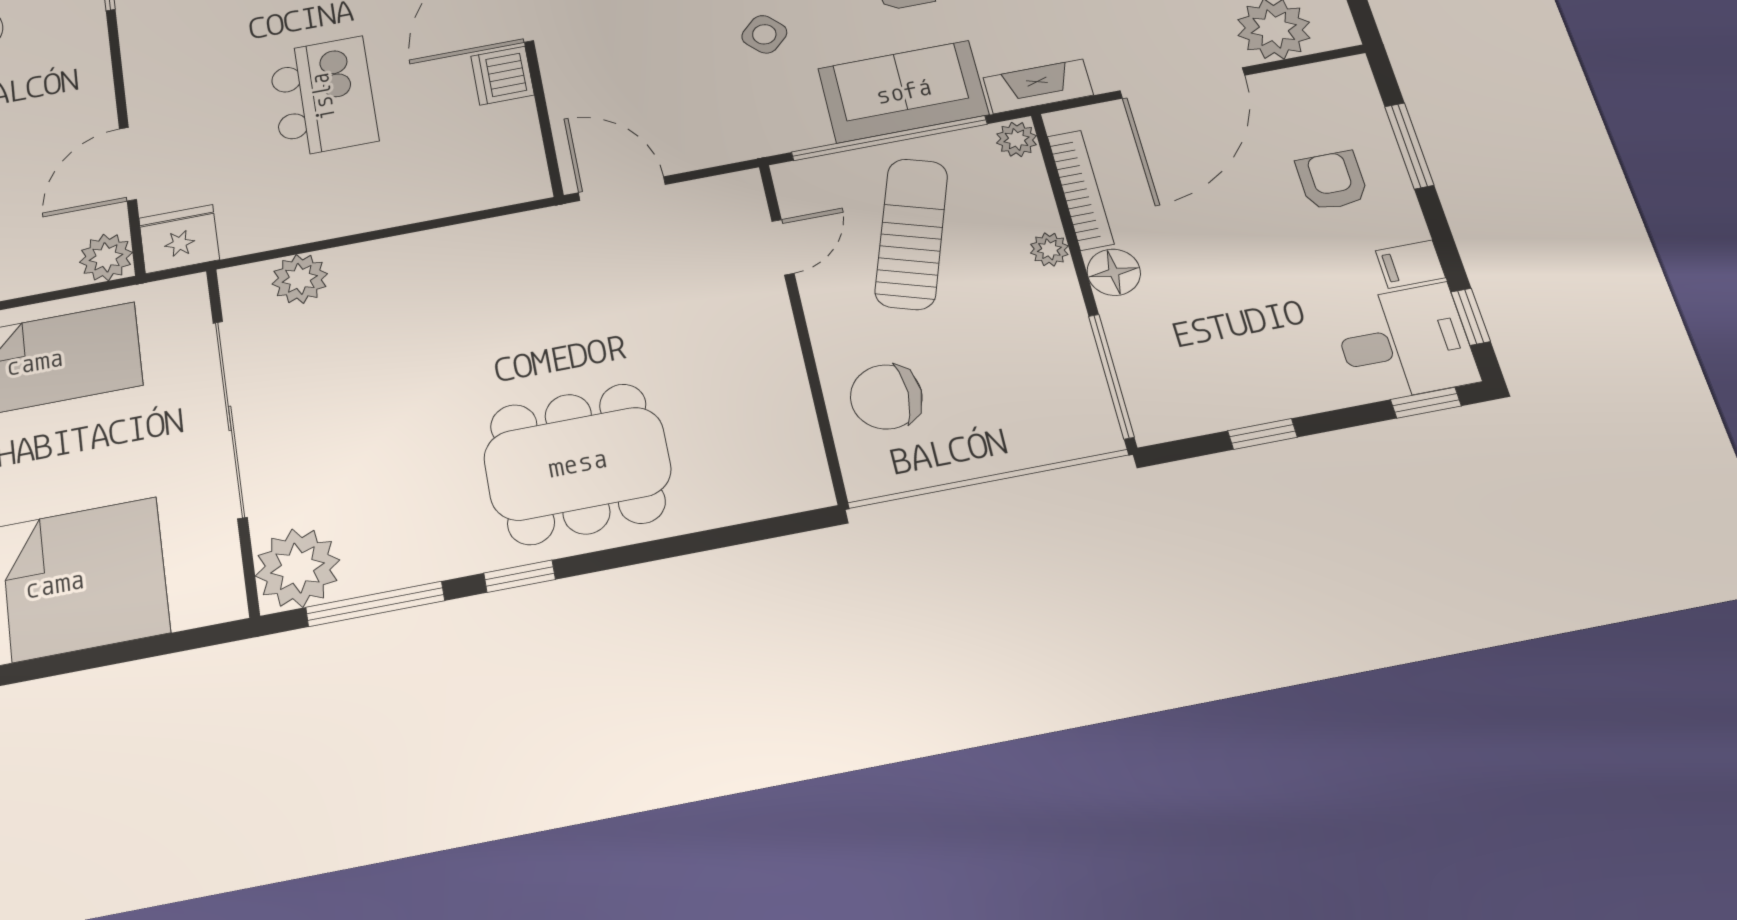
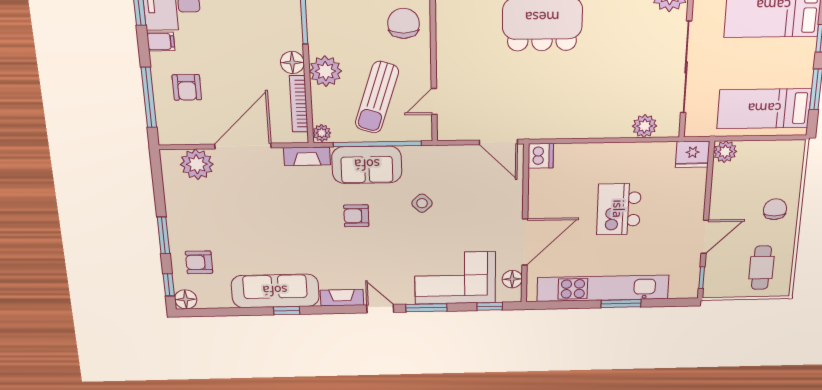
dishwasher: (502, 76) -> (541, 156), moved
window: (1409, 146) -> (149, 97), width x1.44
door: (128, 164) -> (705, 237), moved
plant: (1049, 249) -> (325, 71), width x1.87, depth x1.87
chair: (886, 397) -> (404, 23), turned -90

